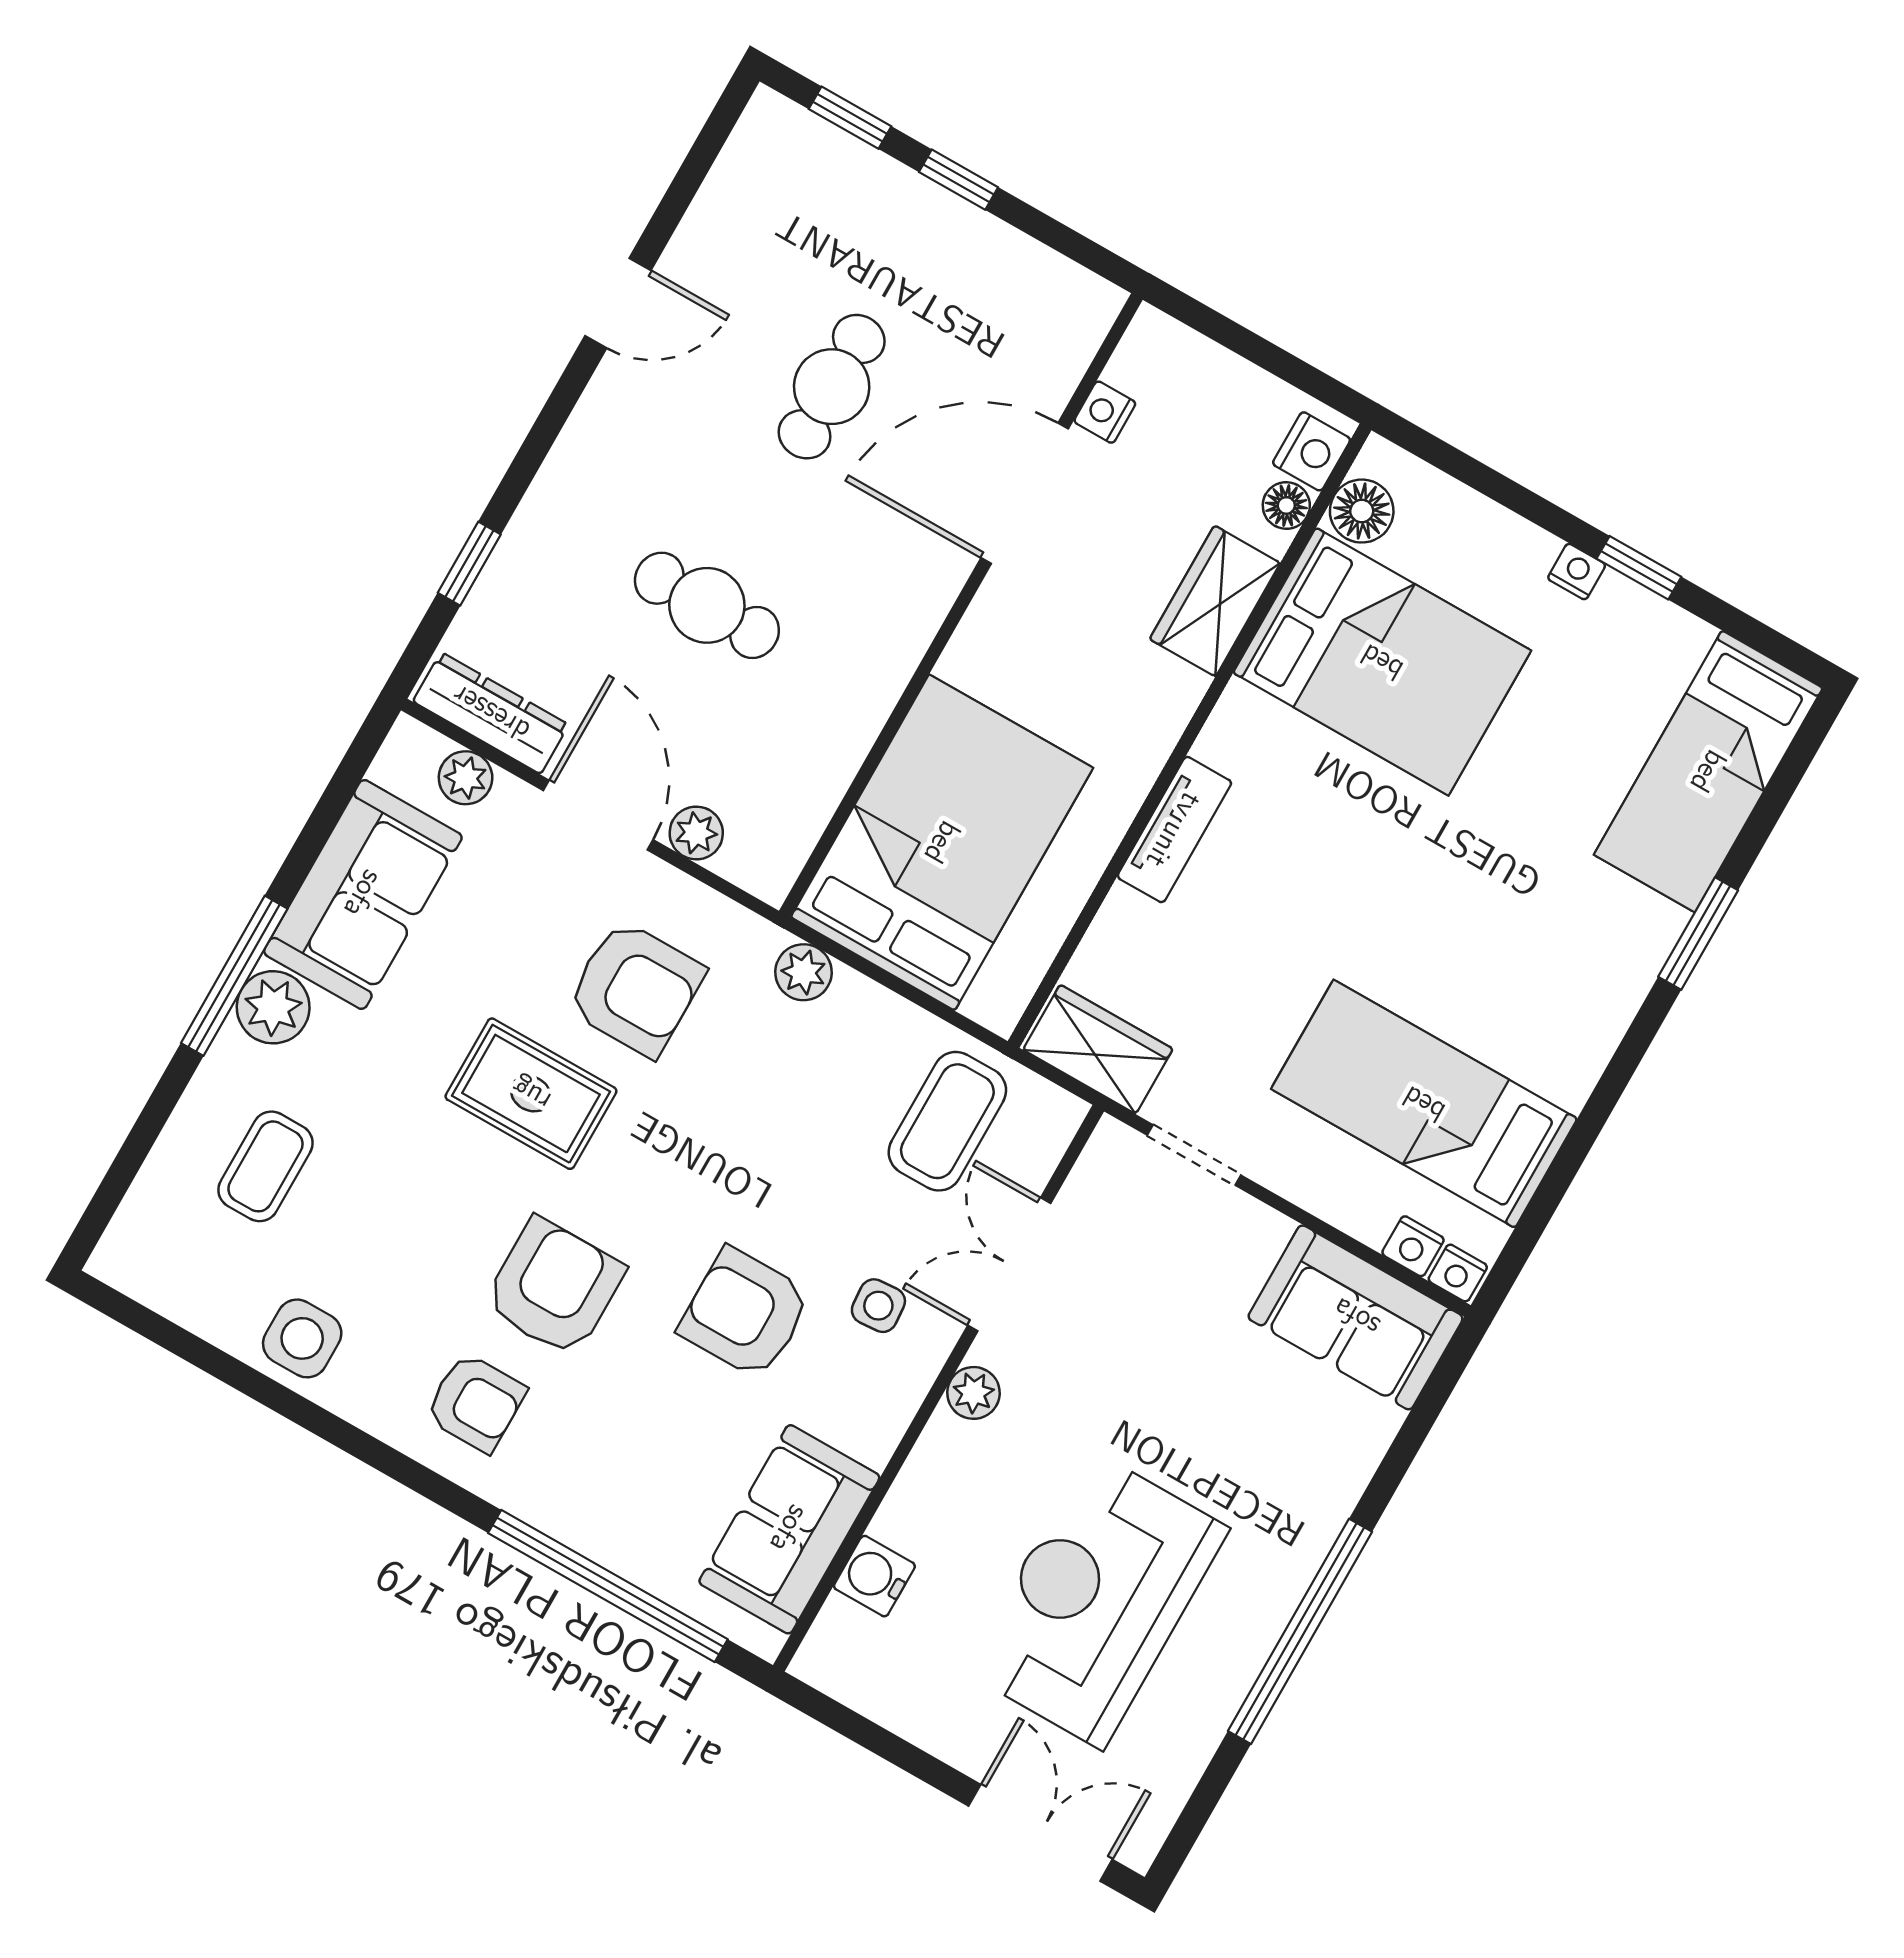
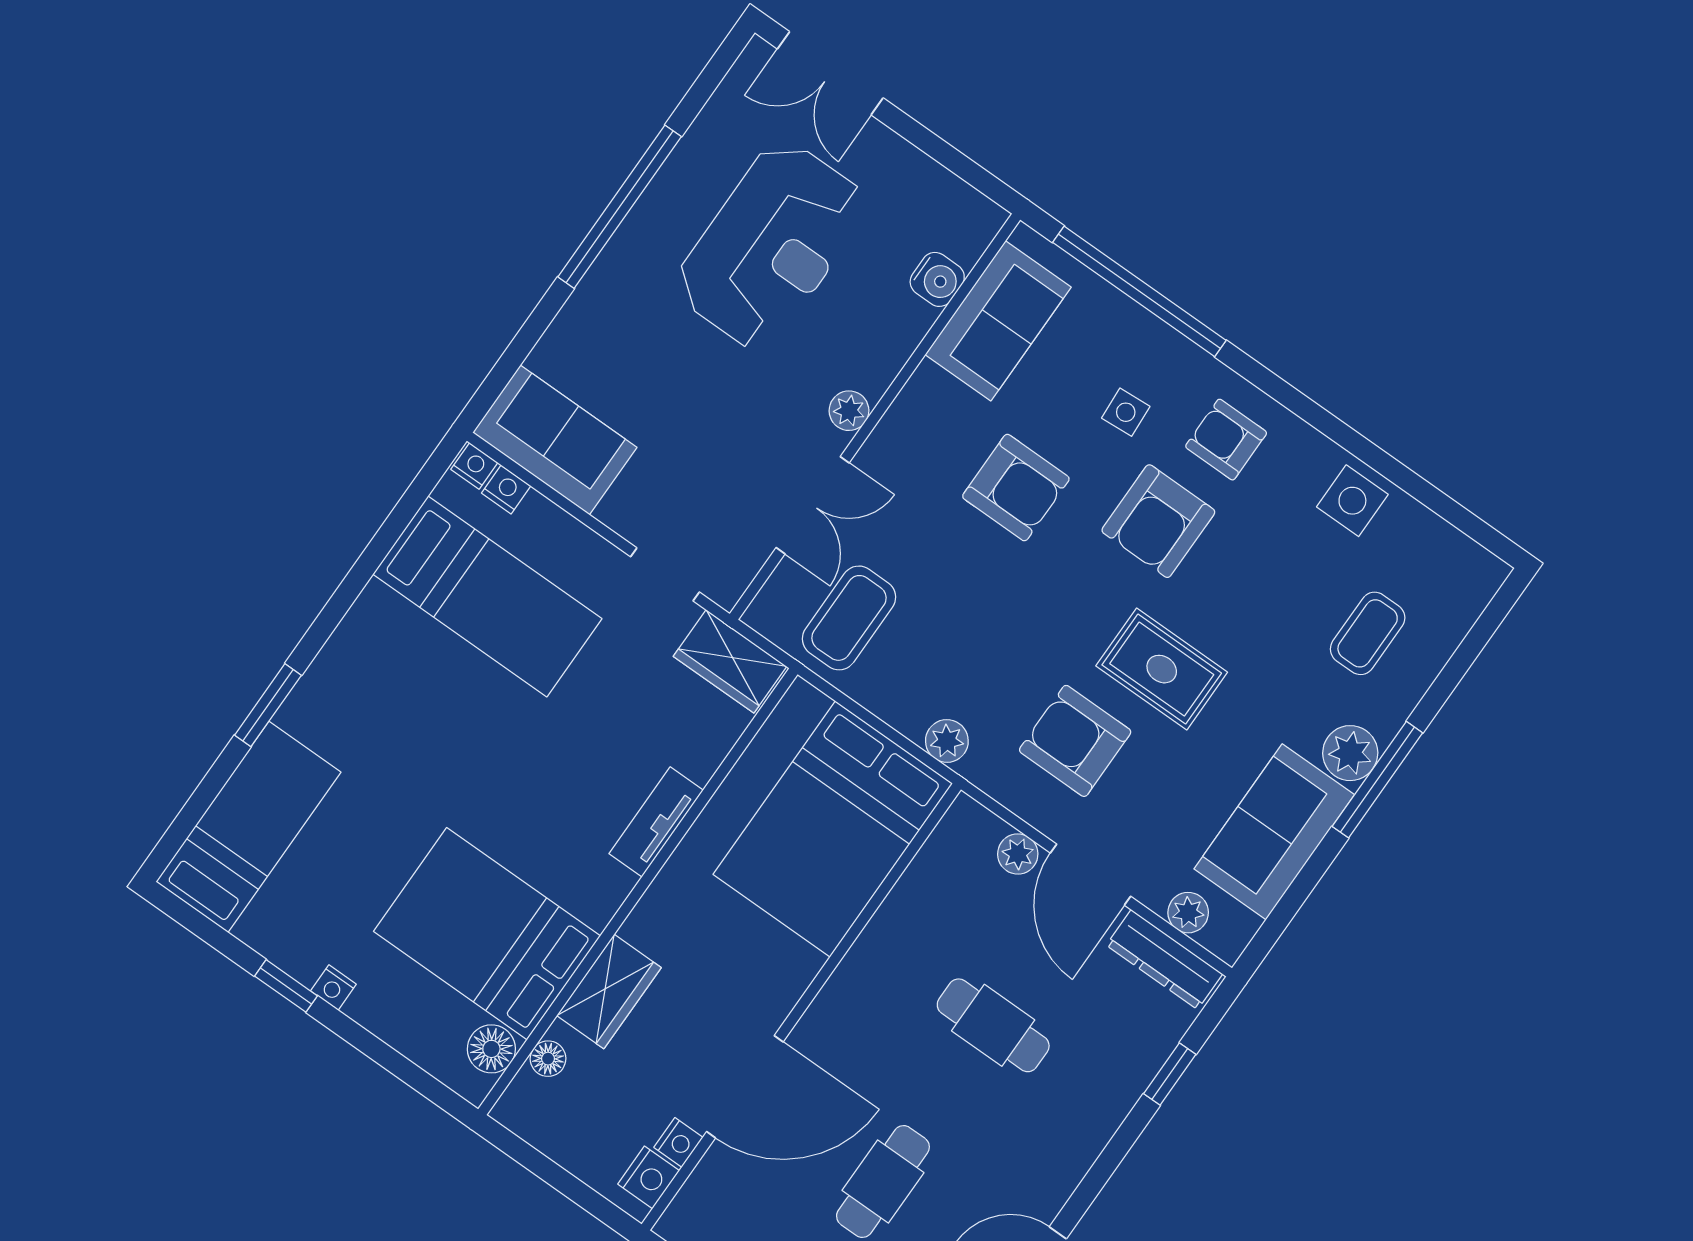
nightstand: (1312, 451) -> (649, 1177), moved, turned 180
side table: (878, 1306) -> (1126, 412), moved

